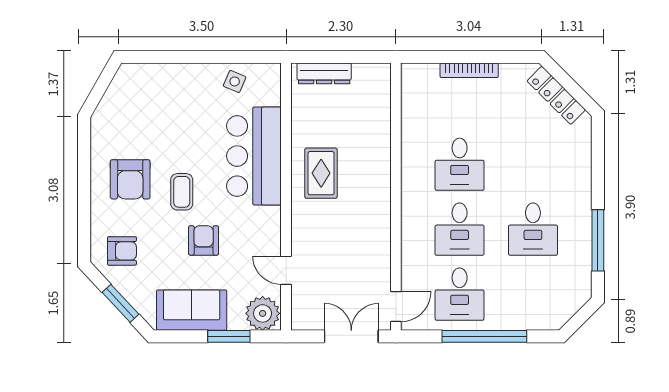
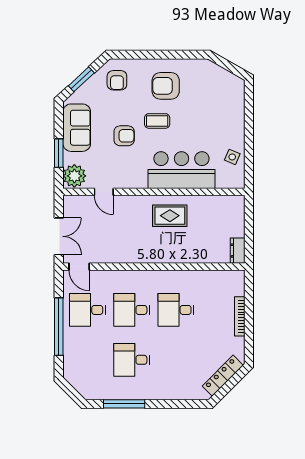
dresser: (324, 73) -> (238, 251), moved, width x0.70
door: (286, 270) -> (104, 192), swing flipped

